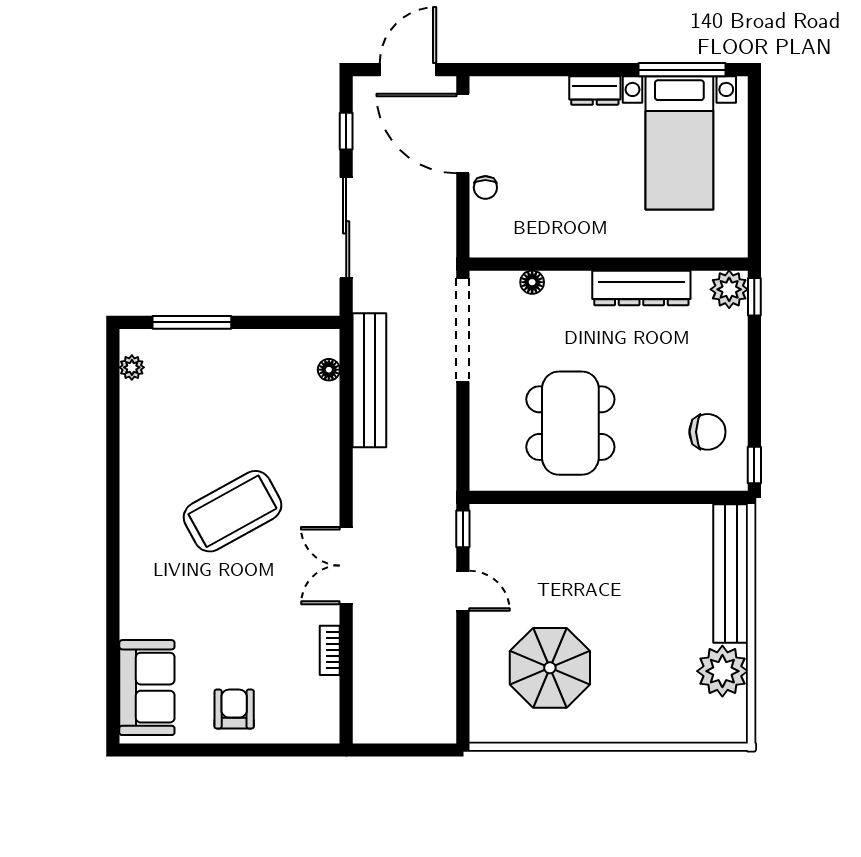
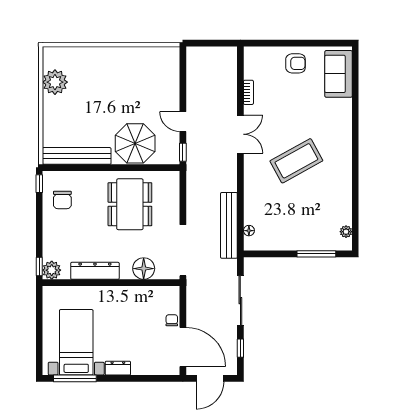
floor lamp: (532, 282) -> (144, 269), width x1.89, depth x1.89
chair: (707, 432) -> (62, 200), turned -90
bench: (731, 574) -> (77, 156), moved, turned 90
parasol: (550, 668) -> (135, 143), moved
armchair: (234, 709) -> (296, 63), turned -90

